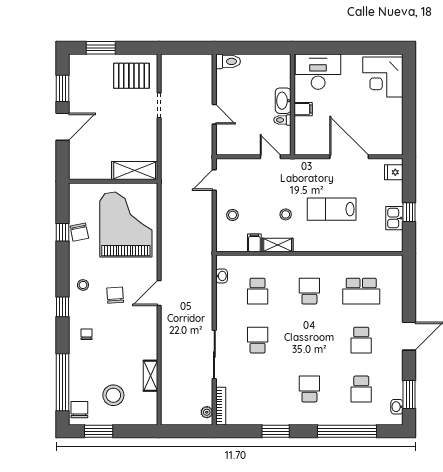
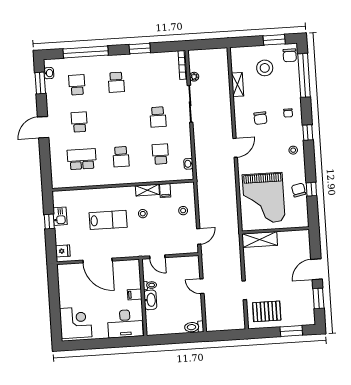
chair: (115, 295) -> (260, 118), moved
plant: (207, 412) -> (194, 77), moved

